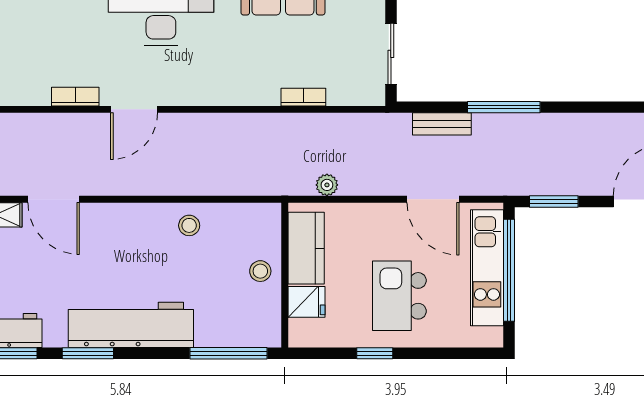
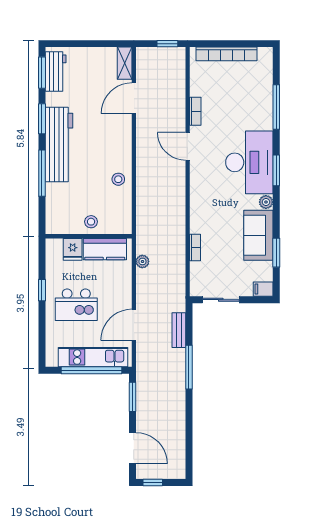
kitchen island: (399, 296) -> (76, 305), turned 180
window: (229, 353) -> (42, 173), moved

